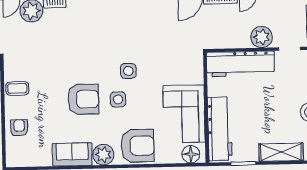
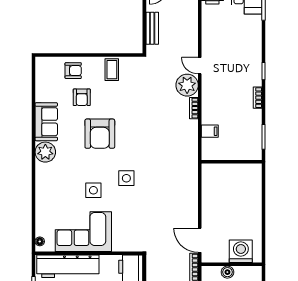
side table: (118, 99) -> (93, 190), moved
armchair: (138, 146) -> (82, 97), moved, width x0.53, depth x0.53
floor lamp: (191, 154) -> (40, 241), width x0.53, depth x0.53

